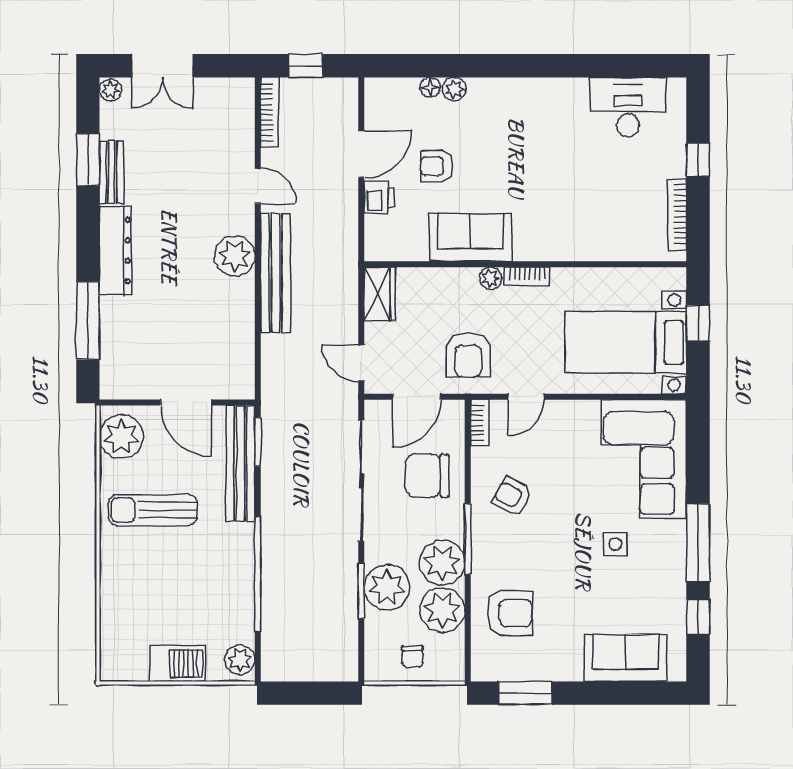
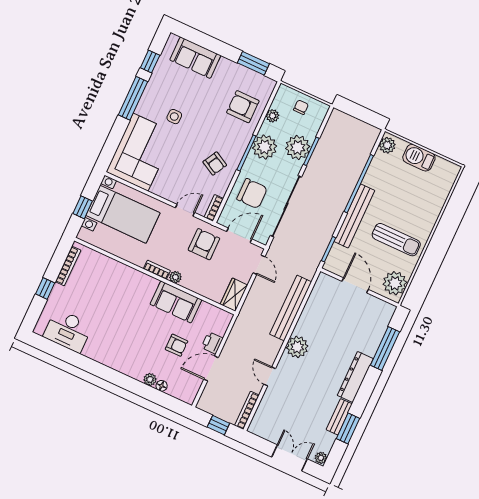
bench: (275, 273) -> (291, 308), moved
bench: (240, 464) -> (354, 216), moved
plant: (442, 610) -> (273, 116), width x0.53, depth x0.53

